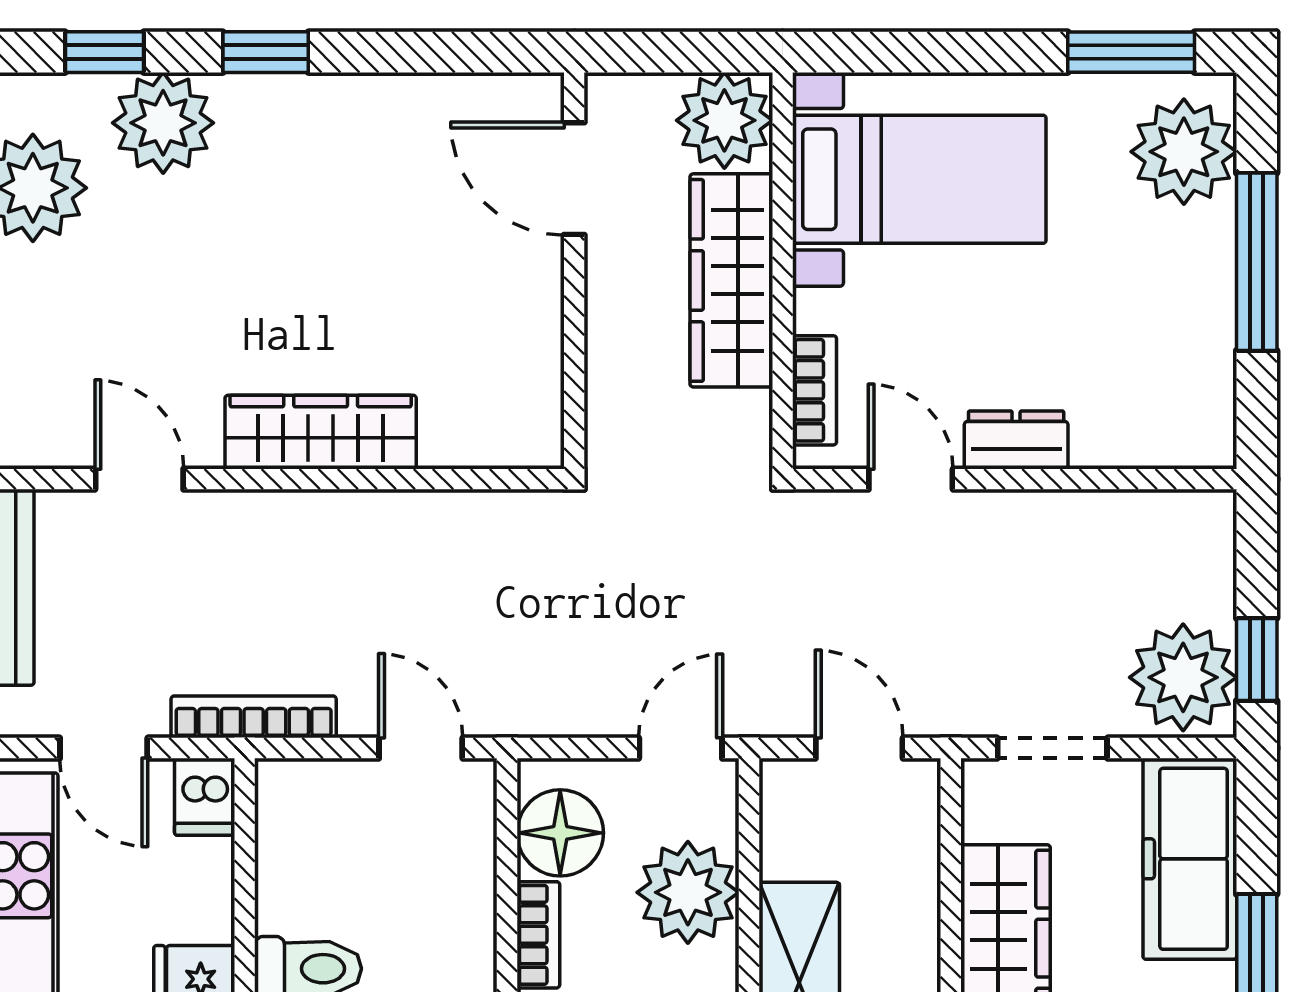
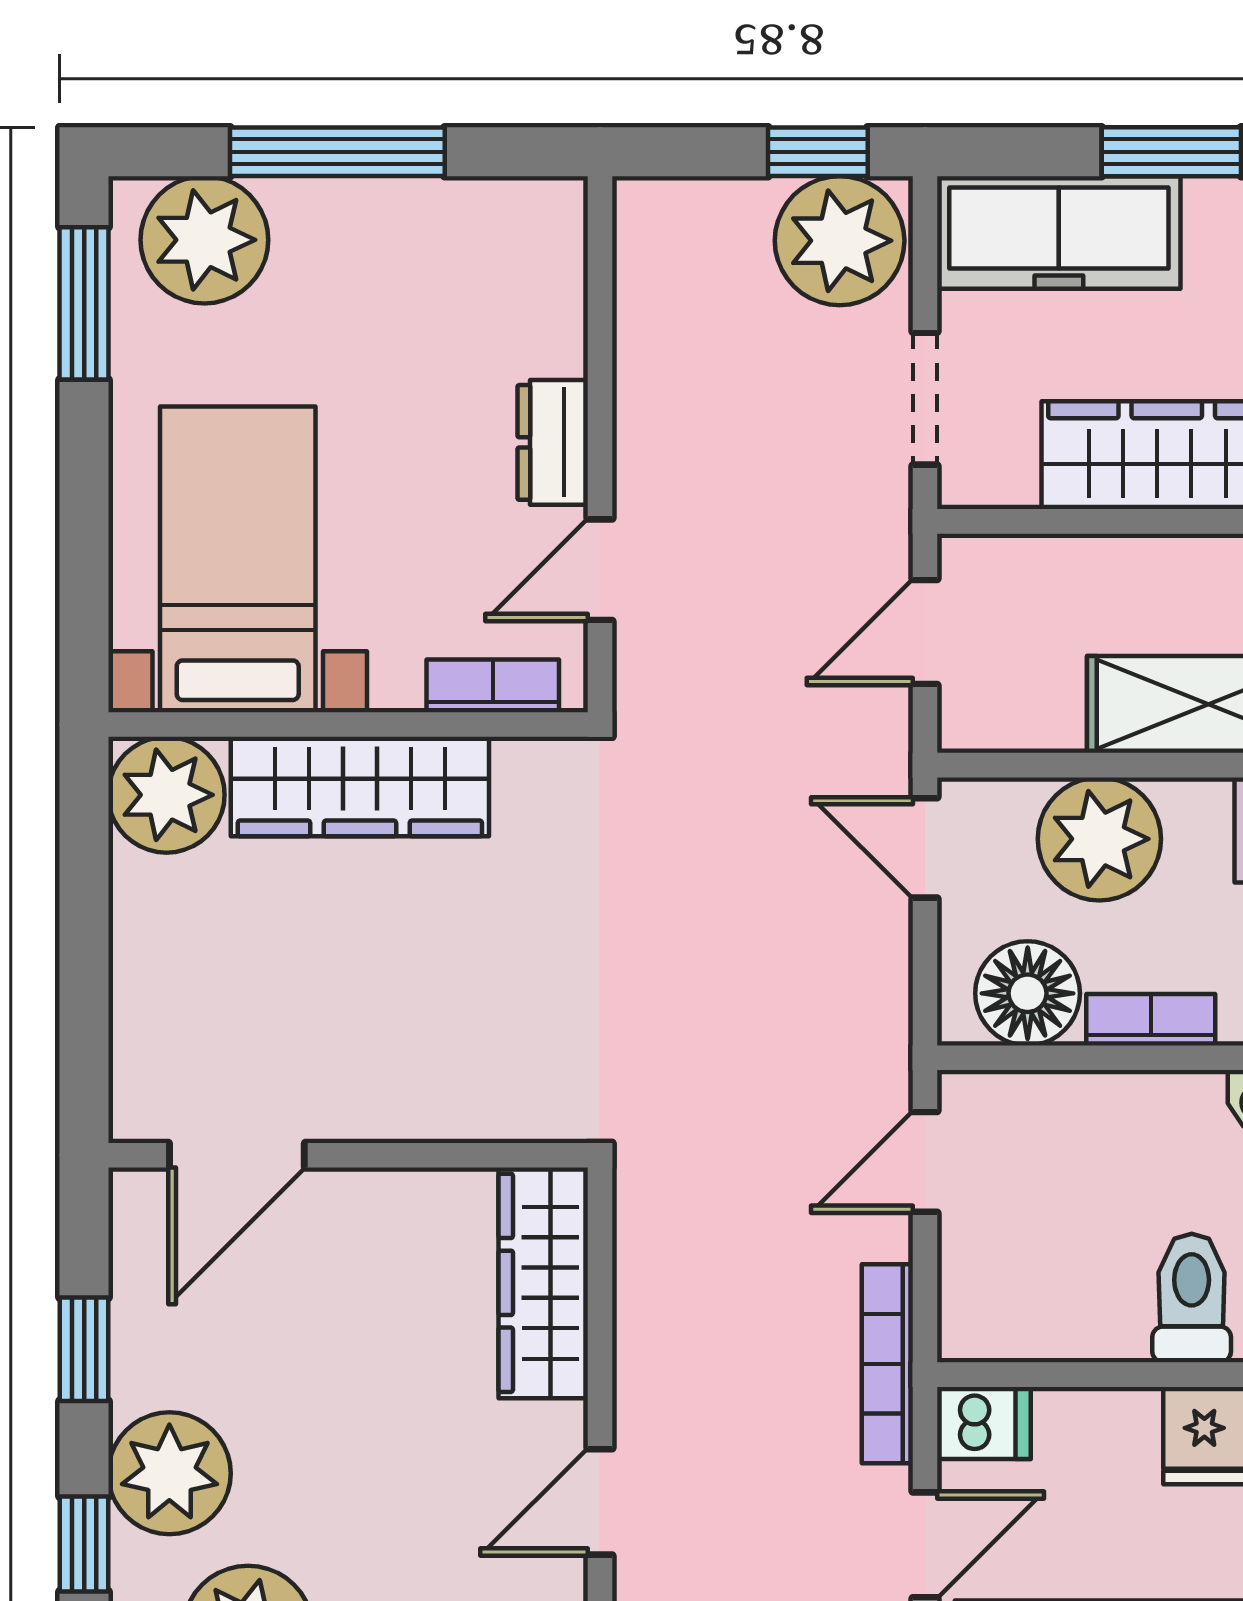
door: (574, 179) -> (237, 1155), moved
wall: (574, 271) -> (348, 1155), moved

